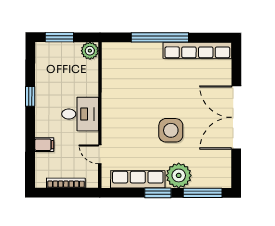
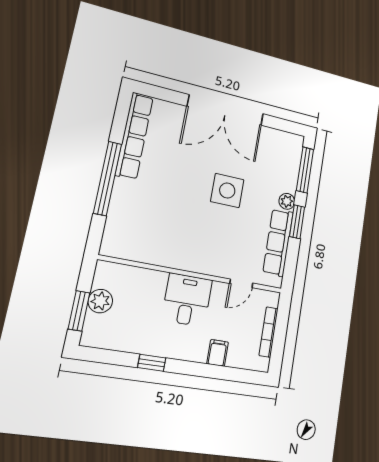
plant: (90, 51) -> (100, 301), moved
plant: (179, 175) -> (287, 201), width x0.53, depth x0.53

